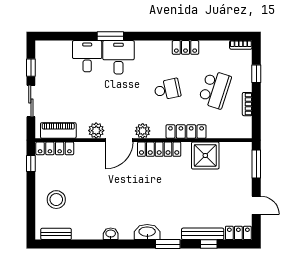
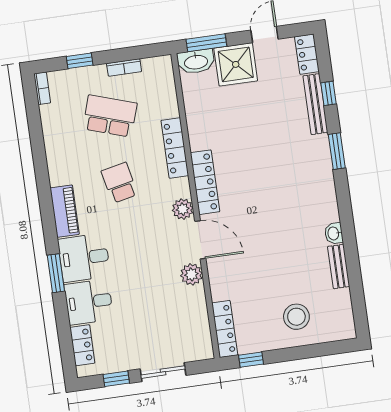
locker: (186, 47) -> (82, 345), moved
piano: (58, 130) -> (65, 211), moved, turned 180
shower: (205, 155) -> (236, 64), moved
washbasin: (147, 232) -> (196, 62), moved, turned -90
bench: (56, 234) -> (339, 266), moved

